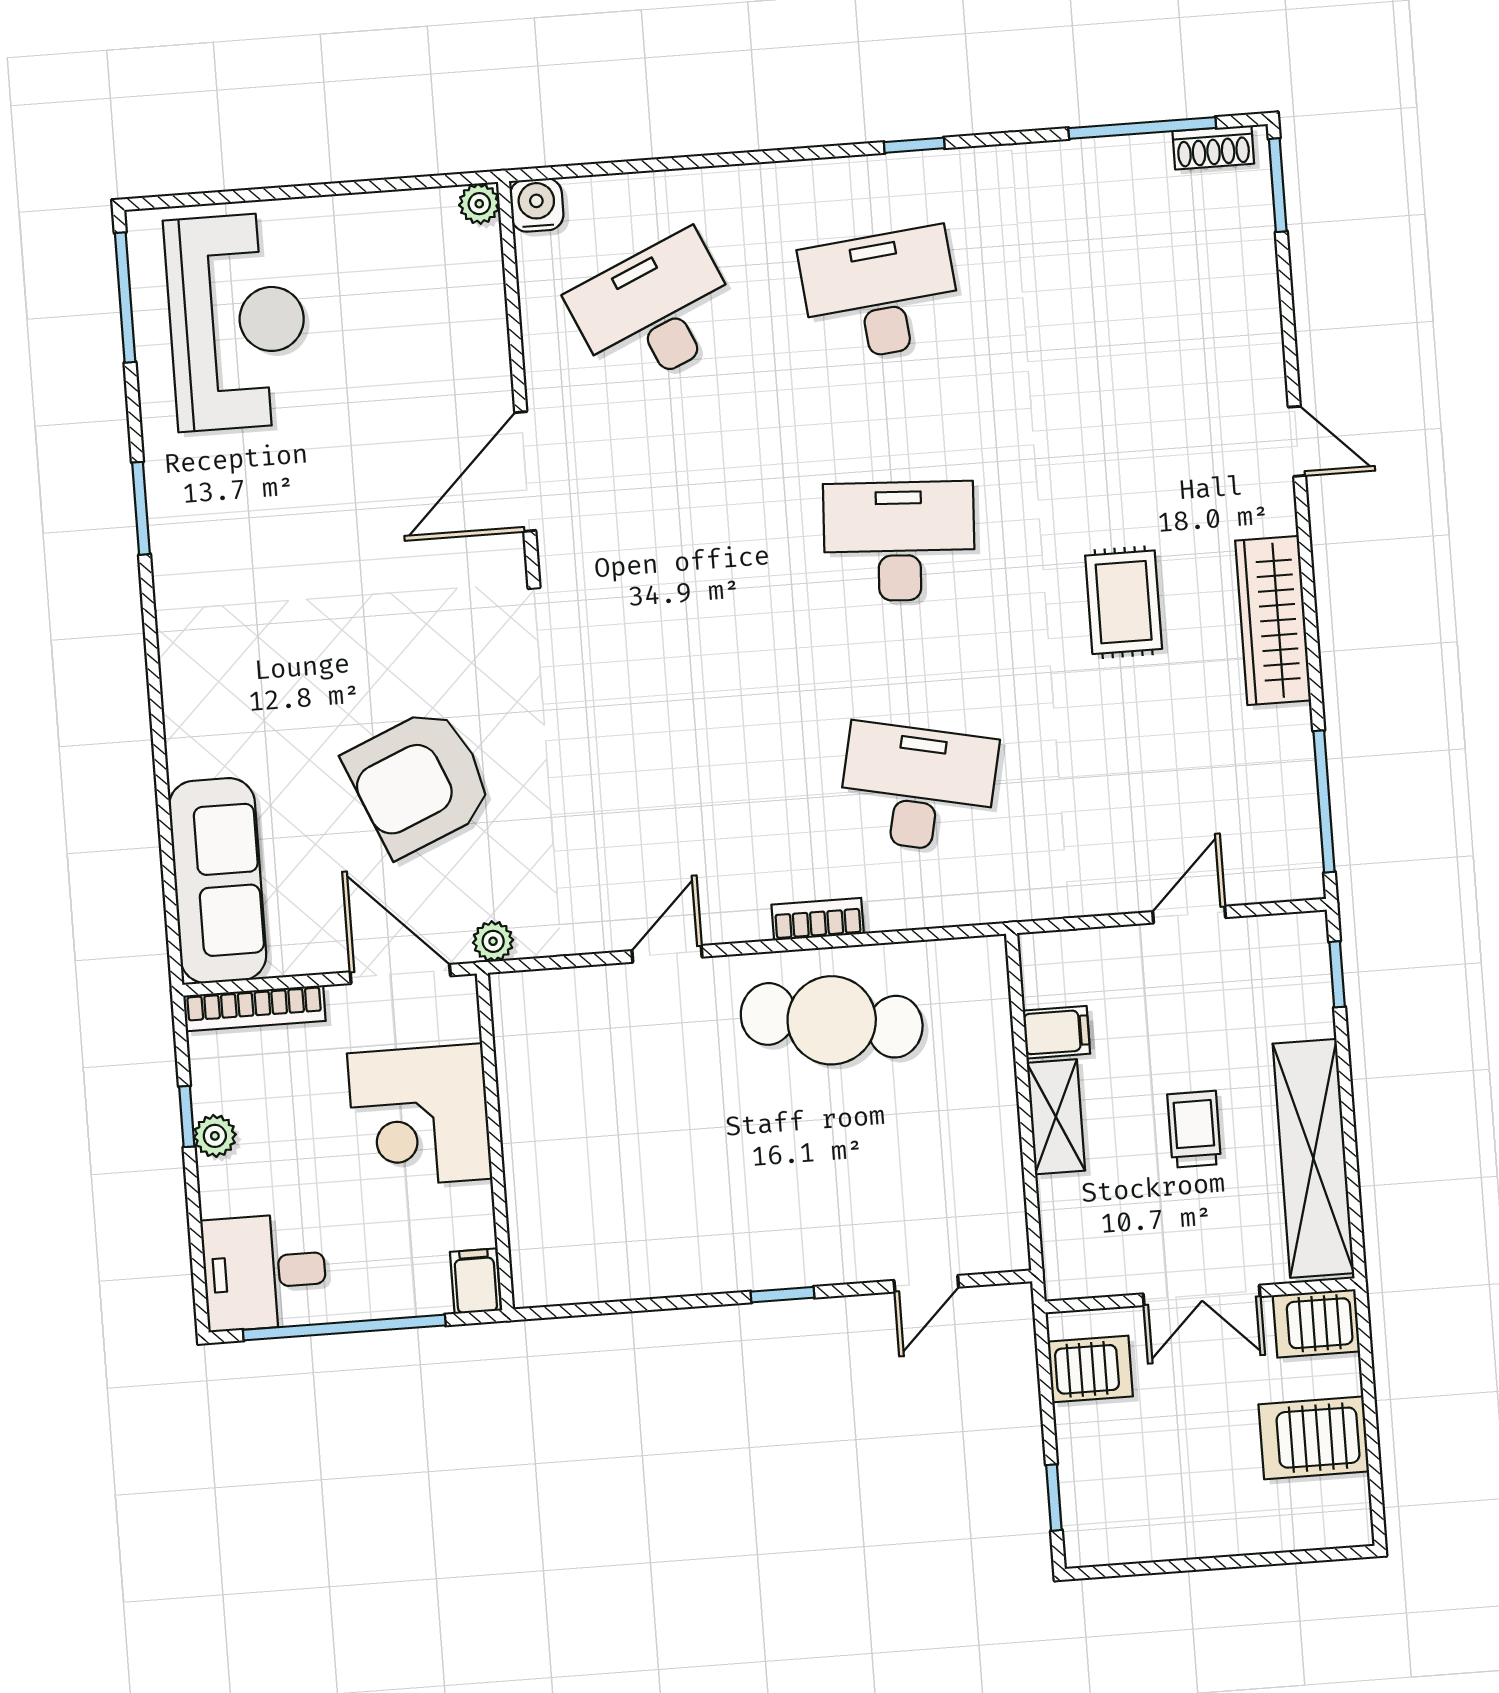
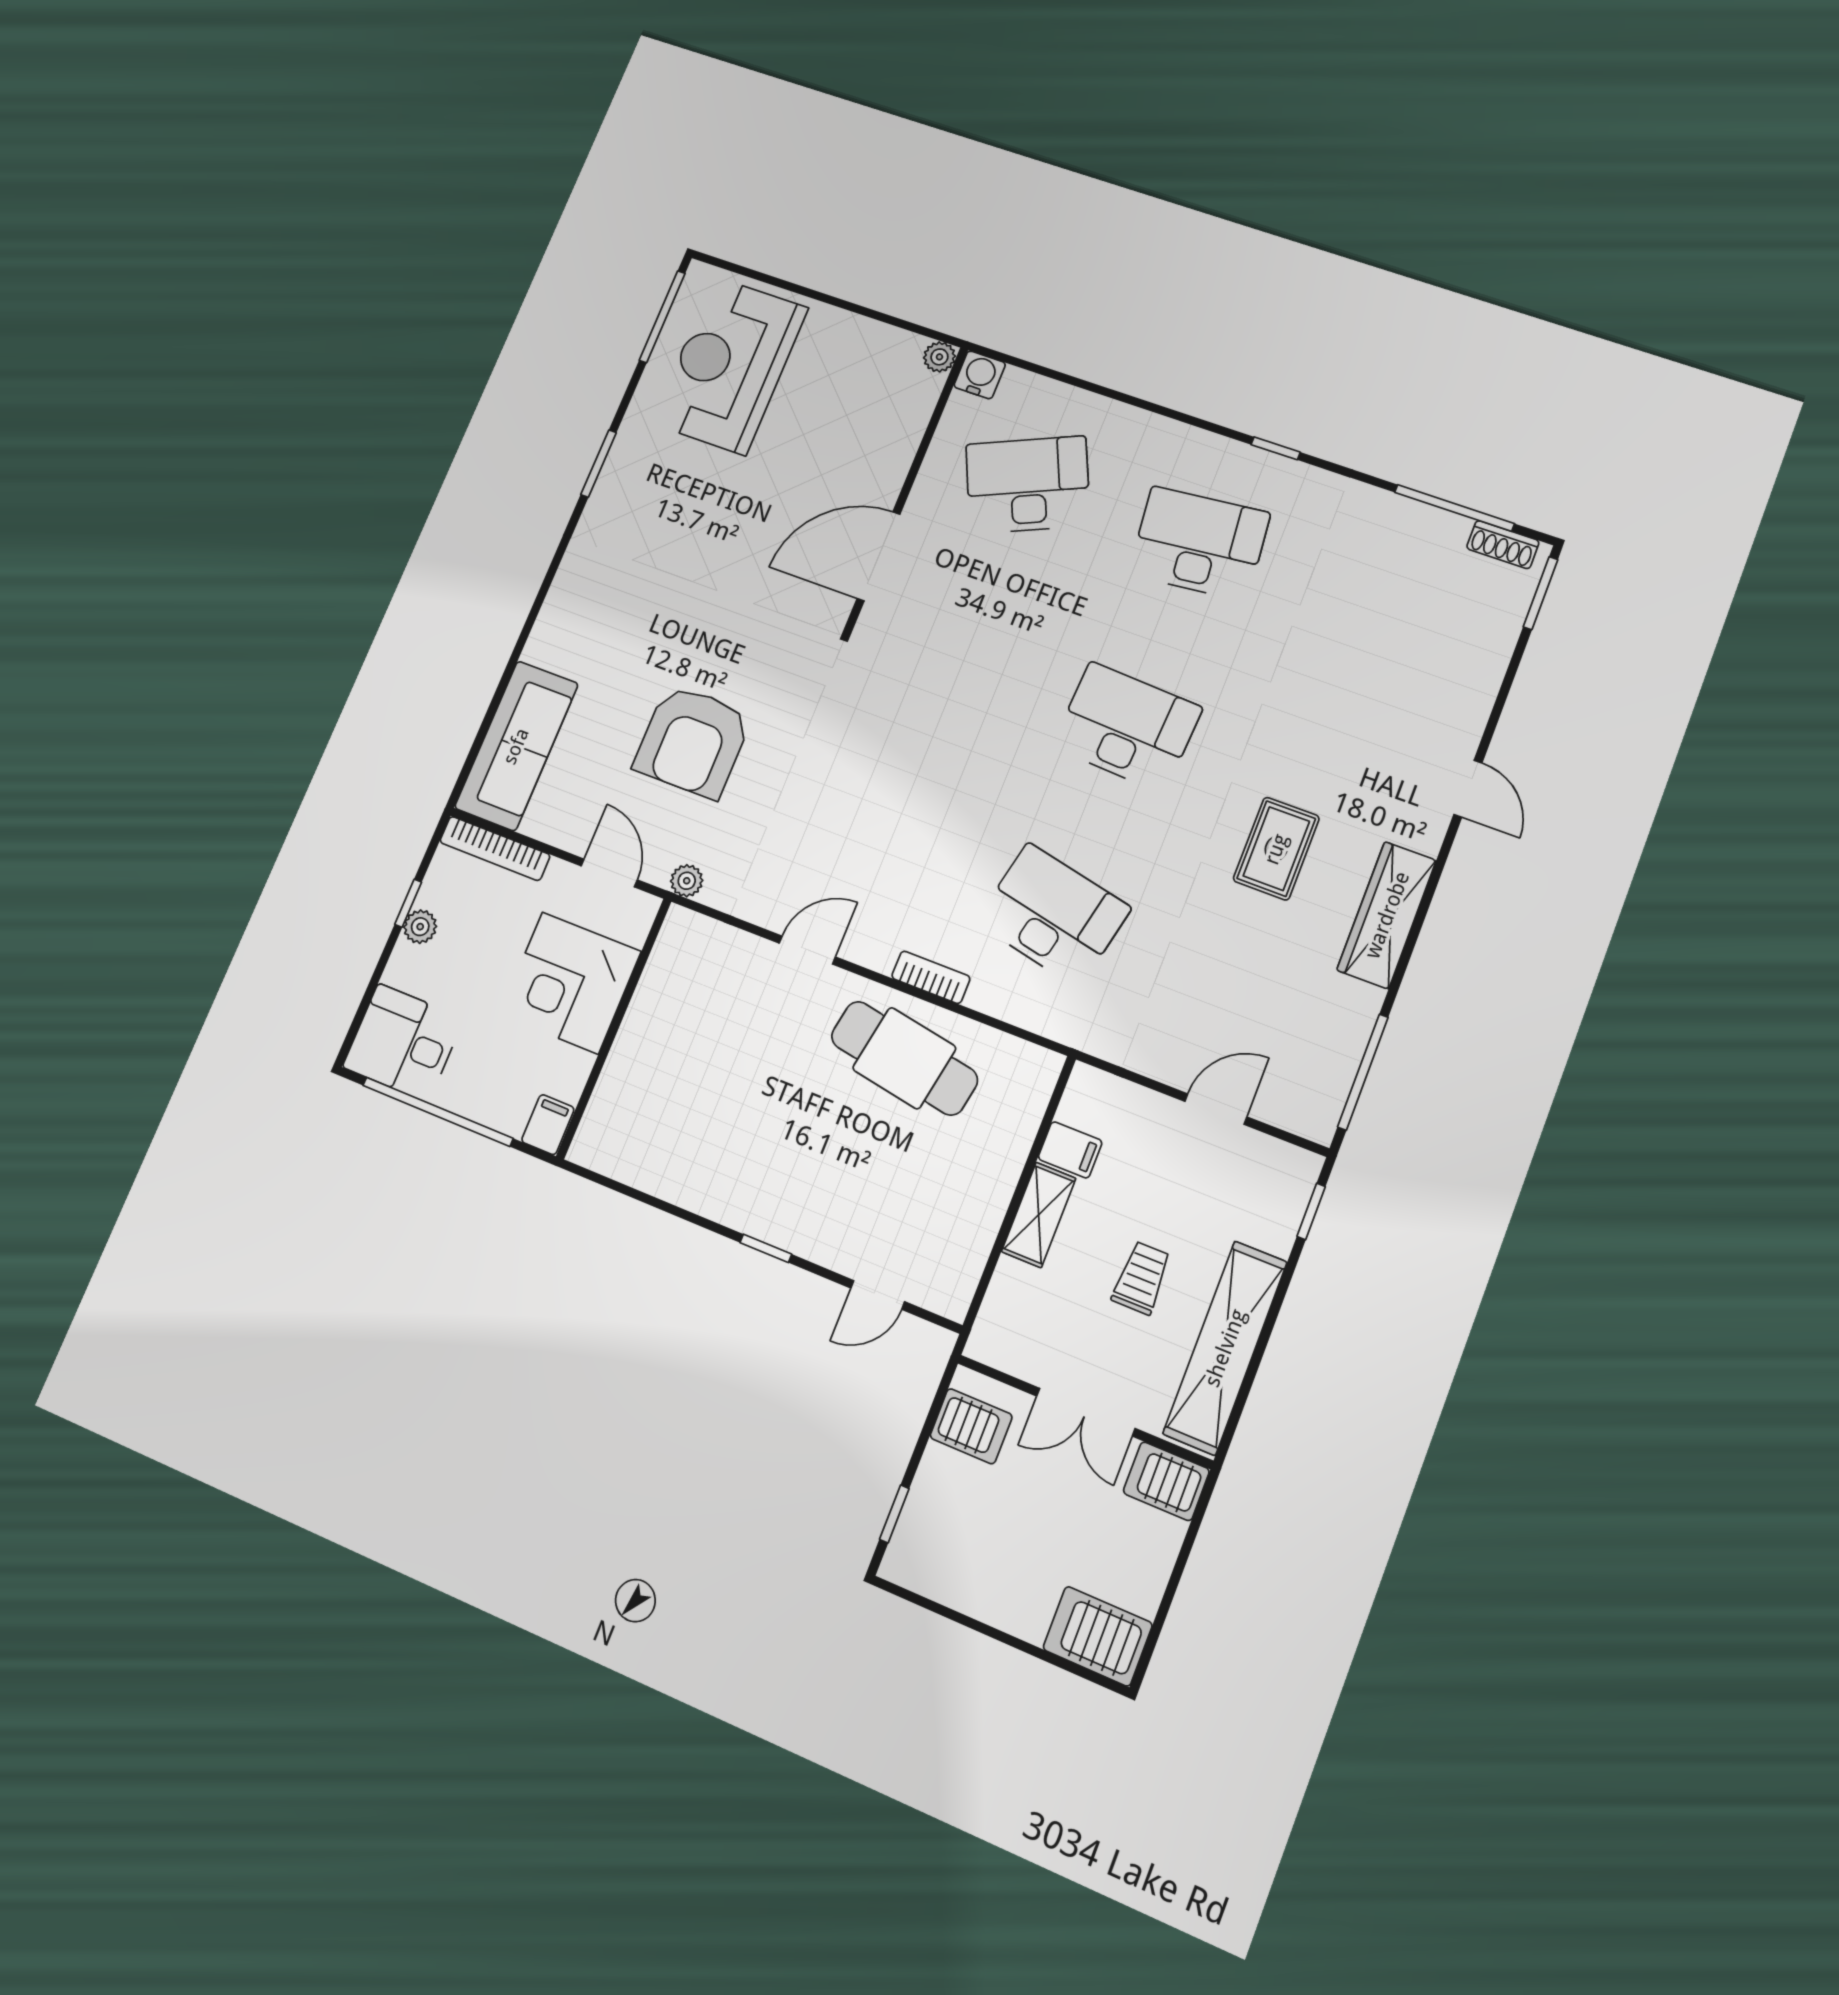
reception desk: (237, 322) -> (730, 365), turned 180
armchair: (419, 782) -> (693, 741), turned -67
door: (400, 974) -> (609, 873), width x0.73
server rack: (1314, 1438) -> (1098, 1636), moved

